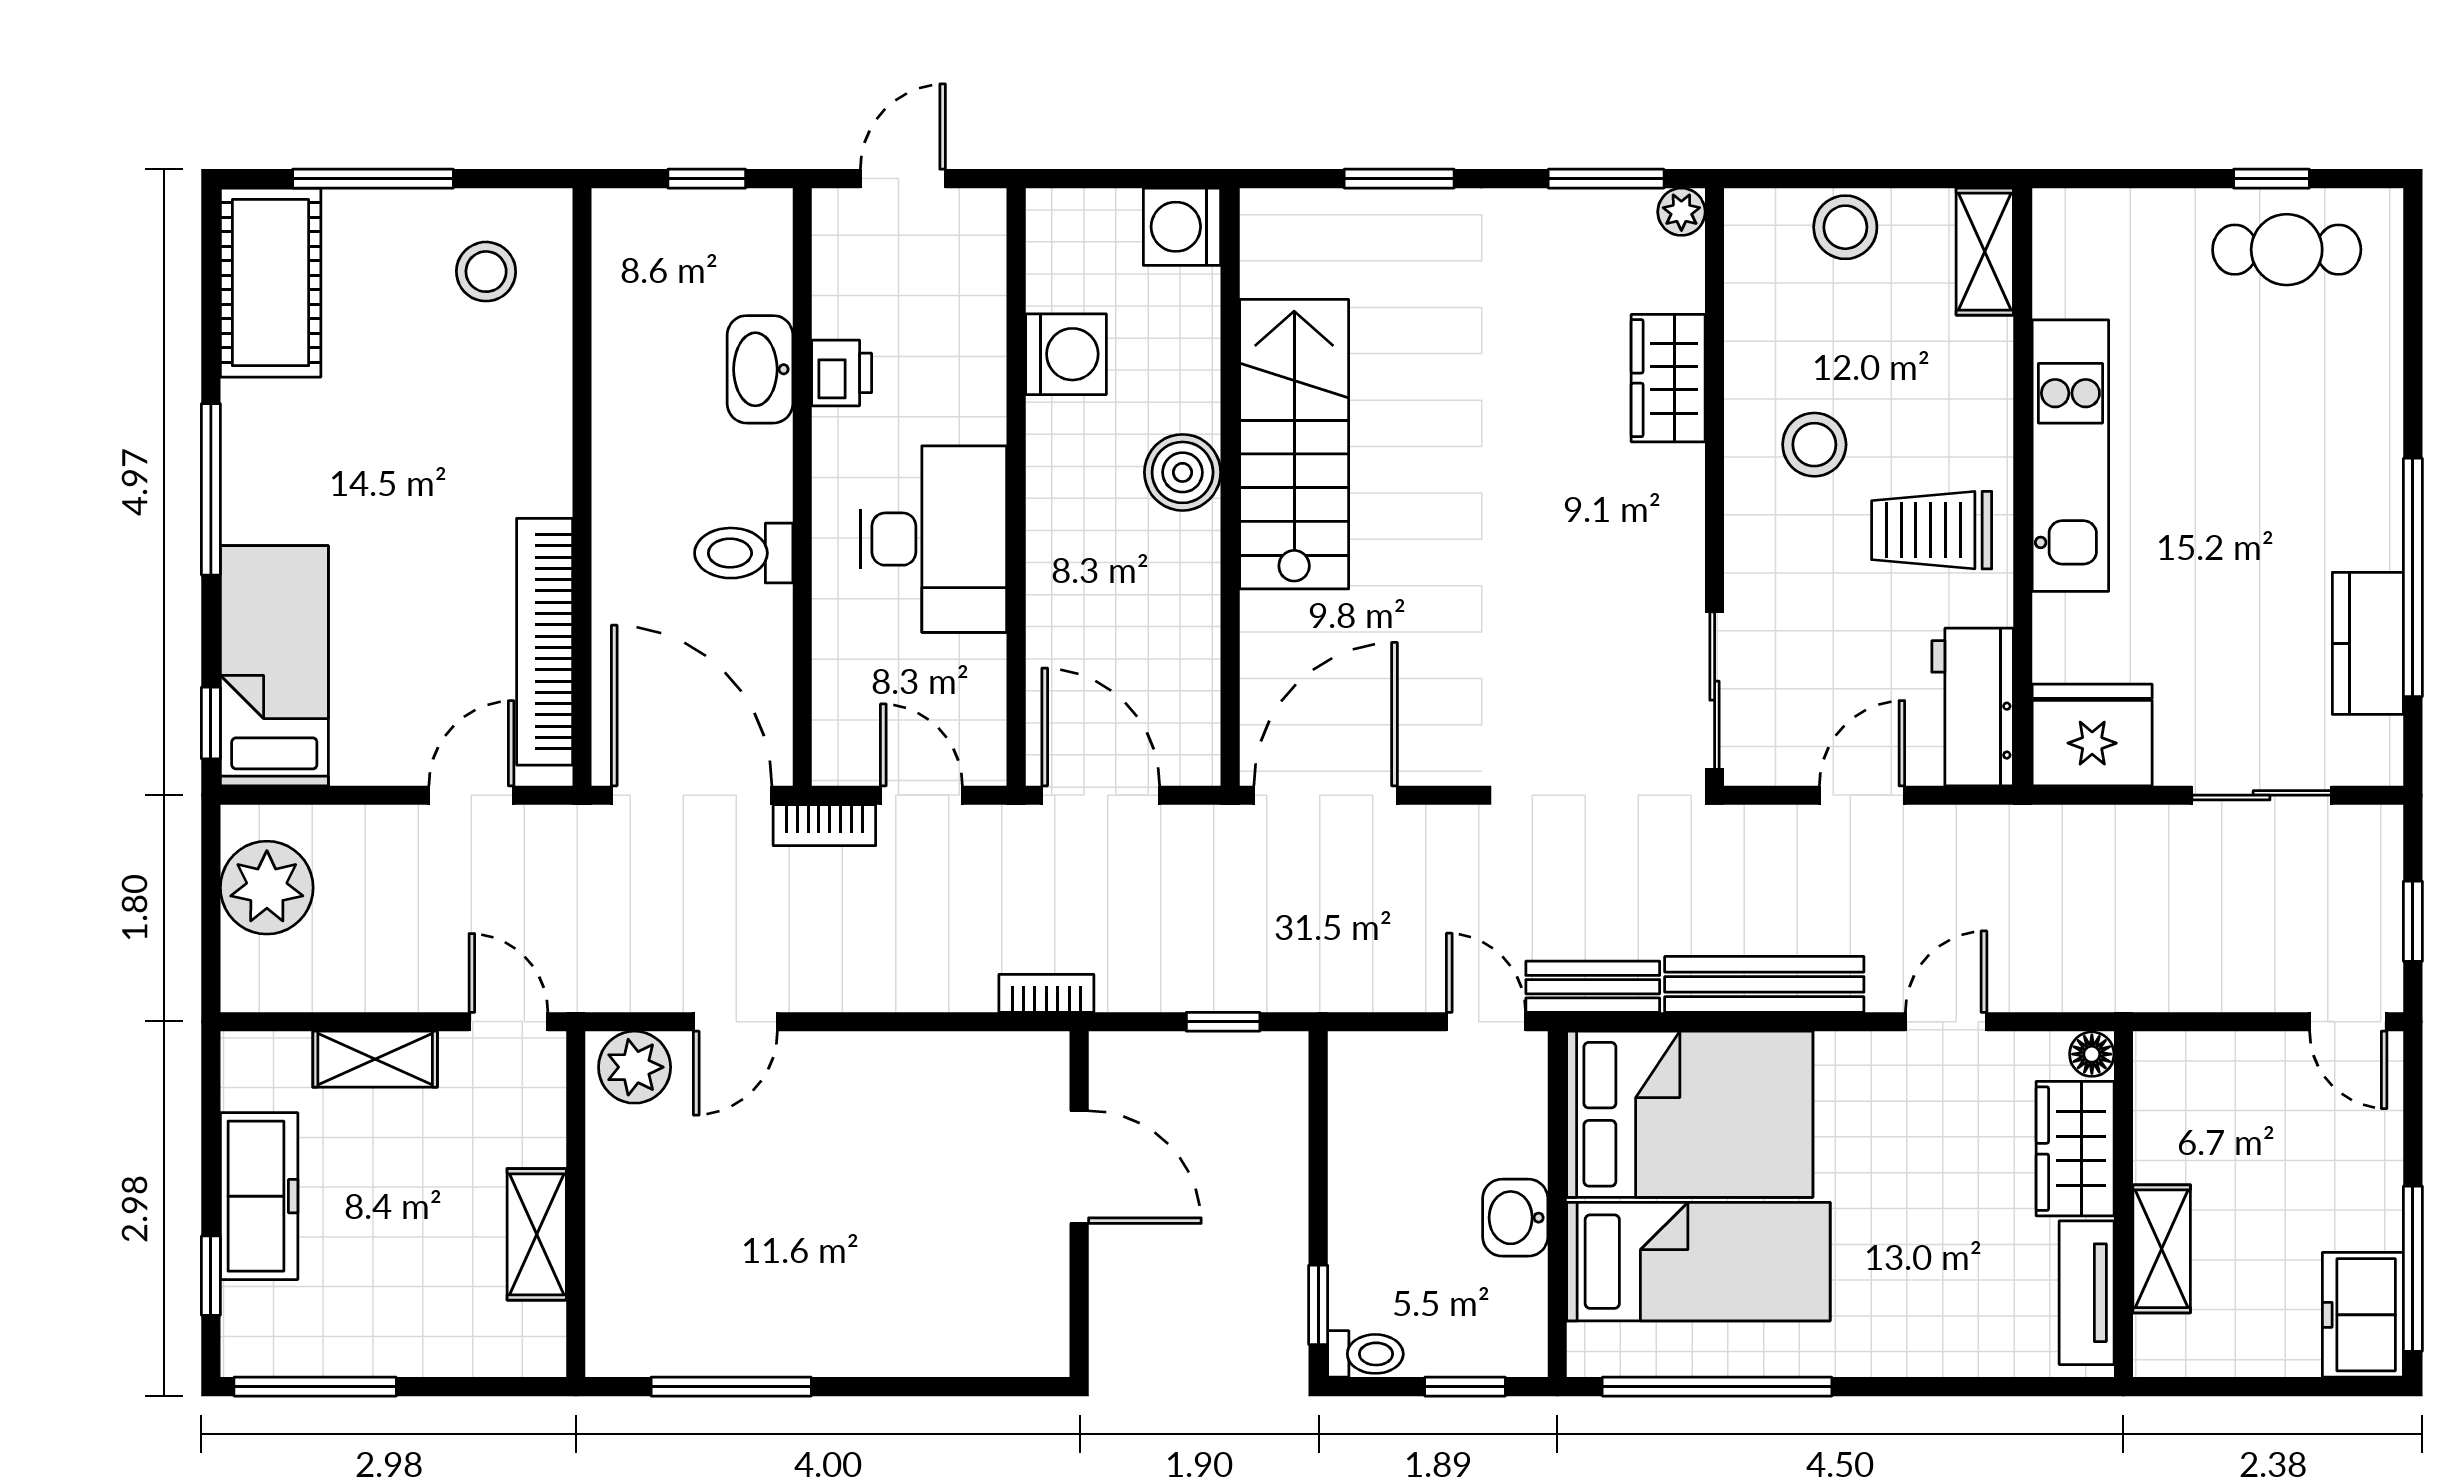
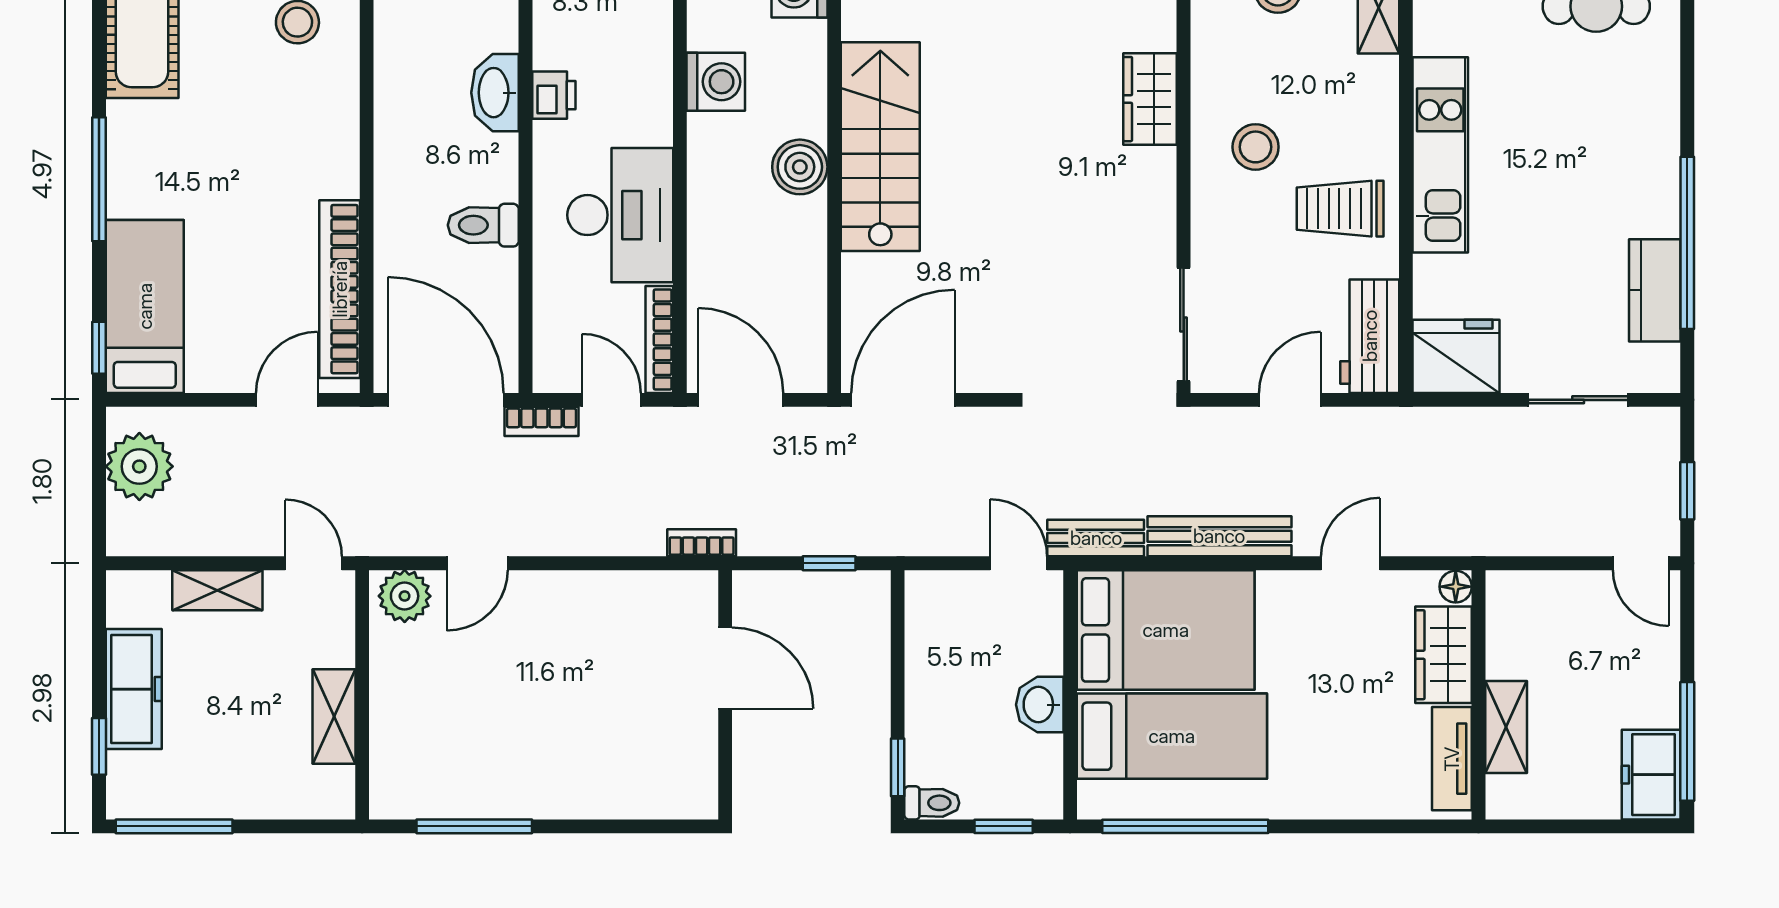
bookcase: (988, 712) -> (659, 339), added

